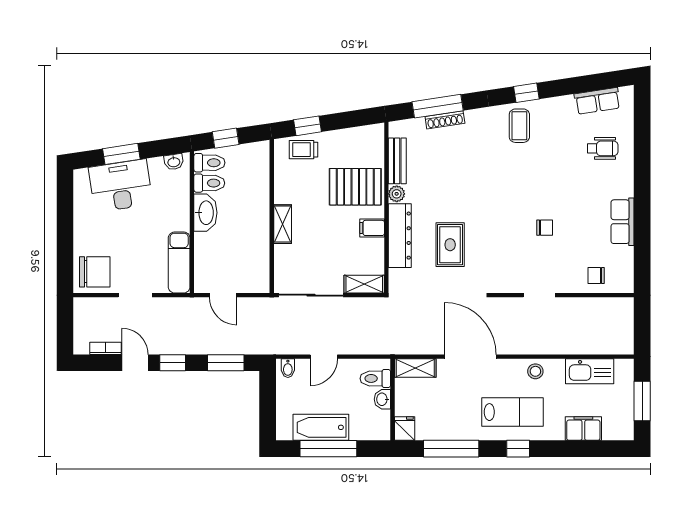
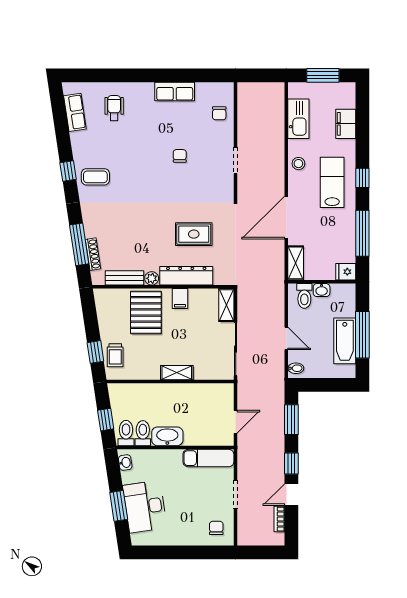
shoe rack: (445, 120) -> (93, 254), moved
chair: (95, 272) -> (216, 528), width x0.54, depth x0.54

